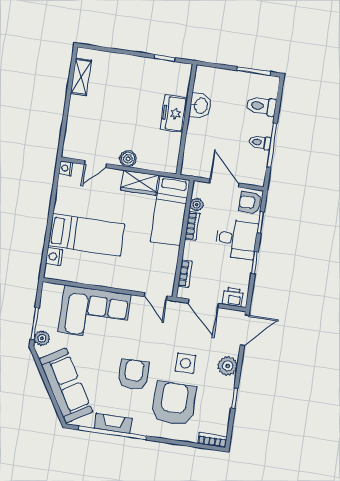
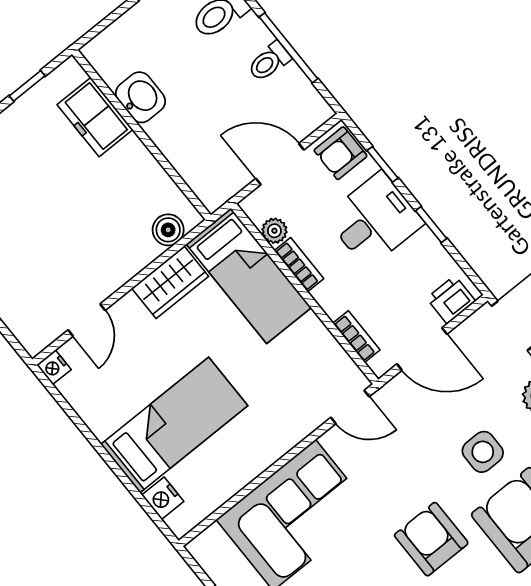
freezer: (174, 113) -> (95, 117), moved
boiler: (128, 159) -> (168, 230), moved

